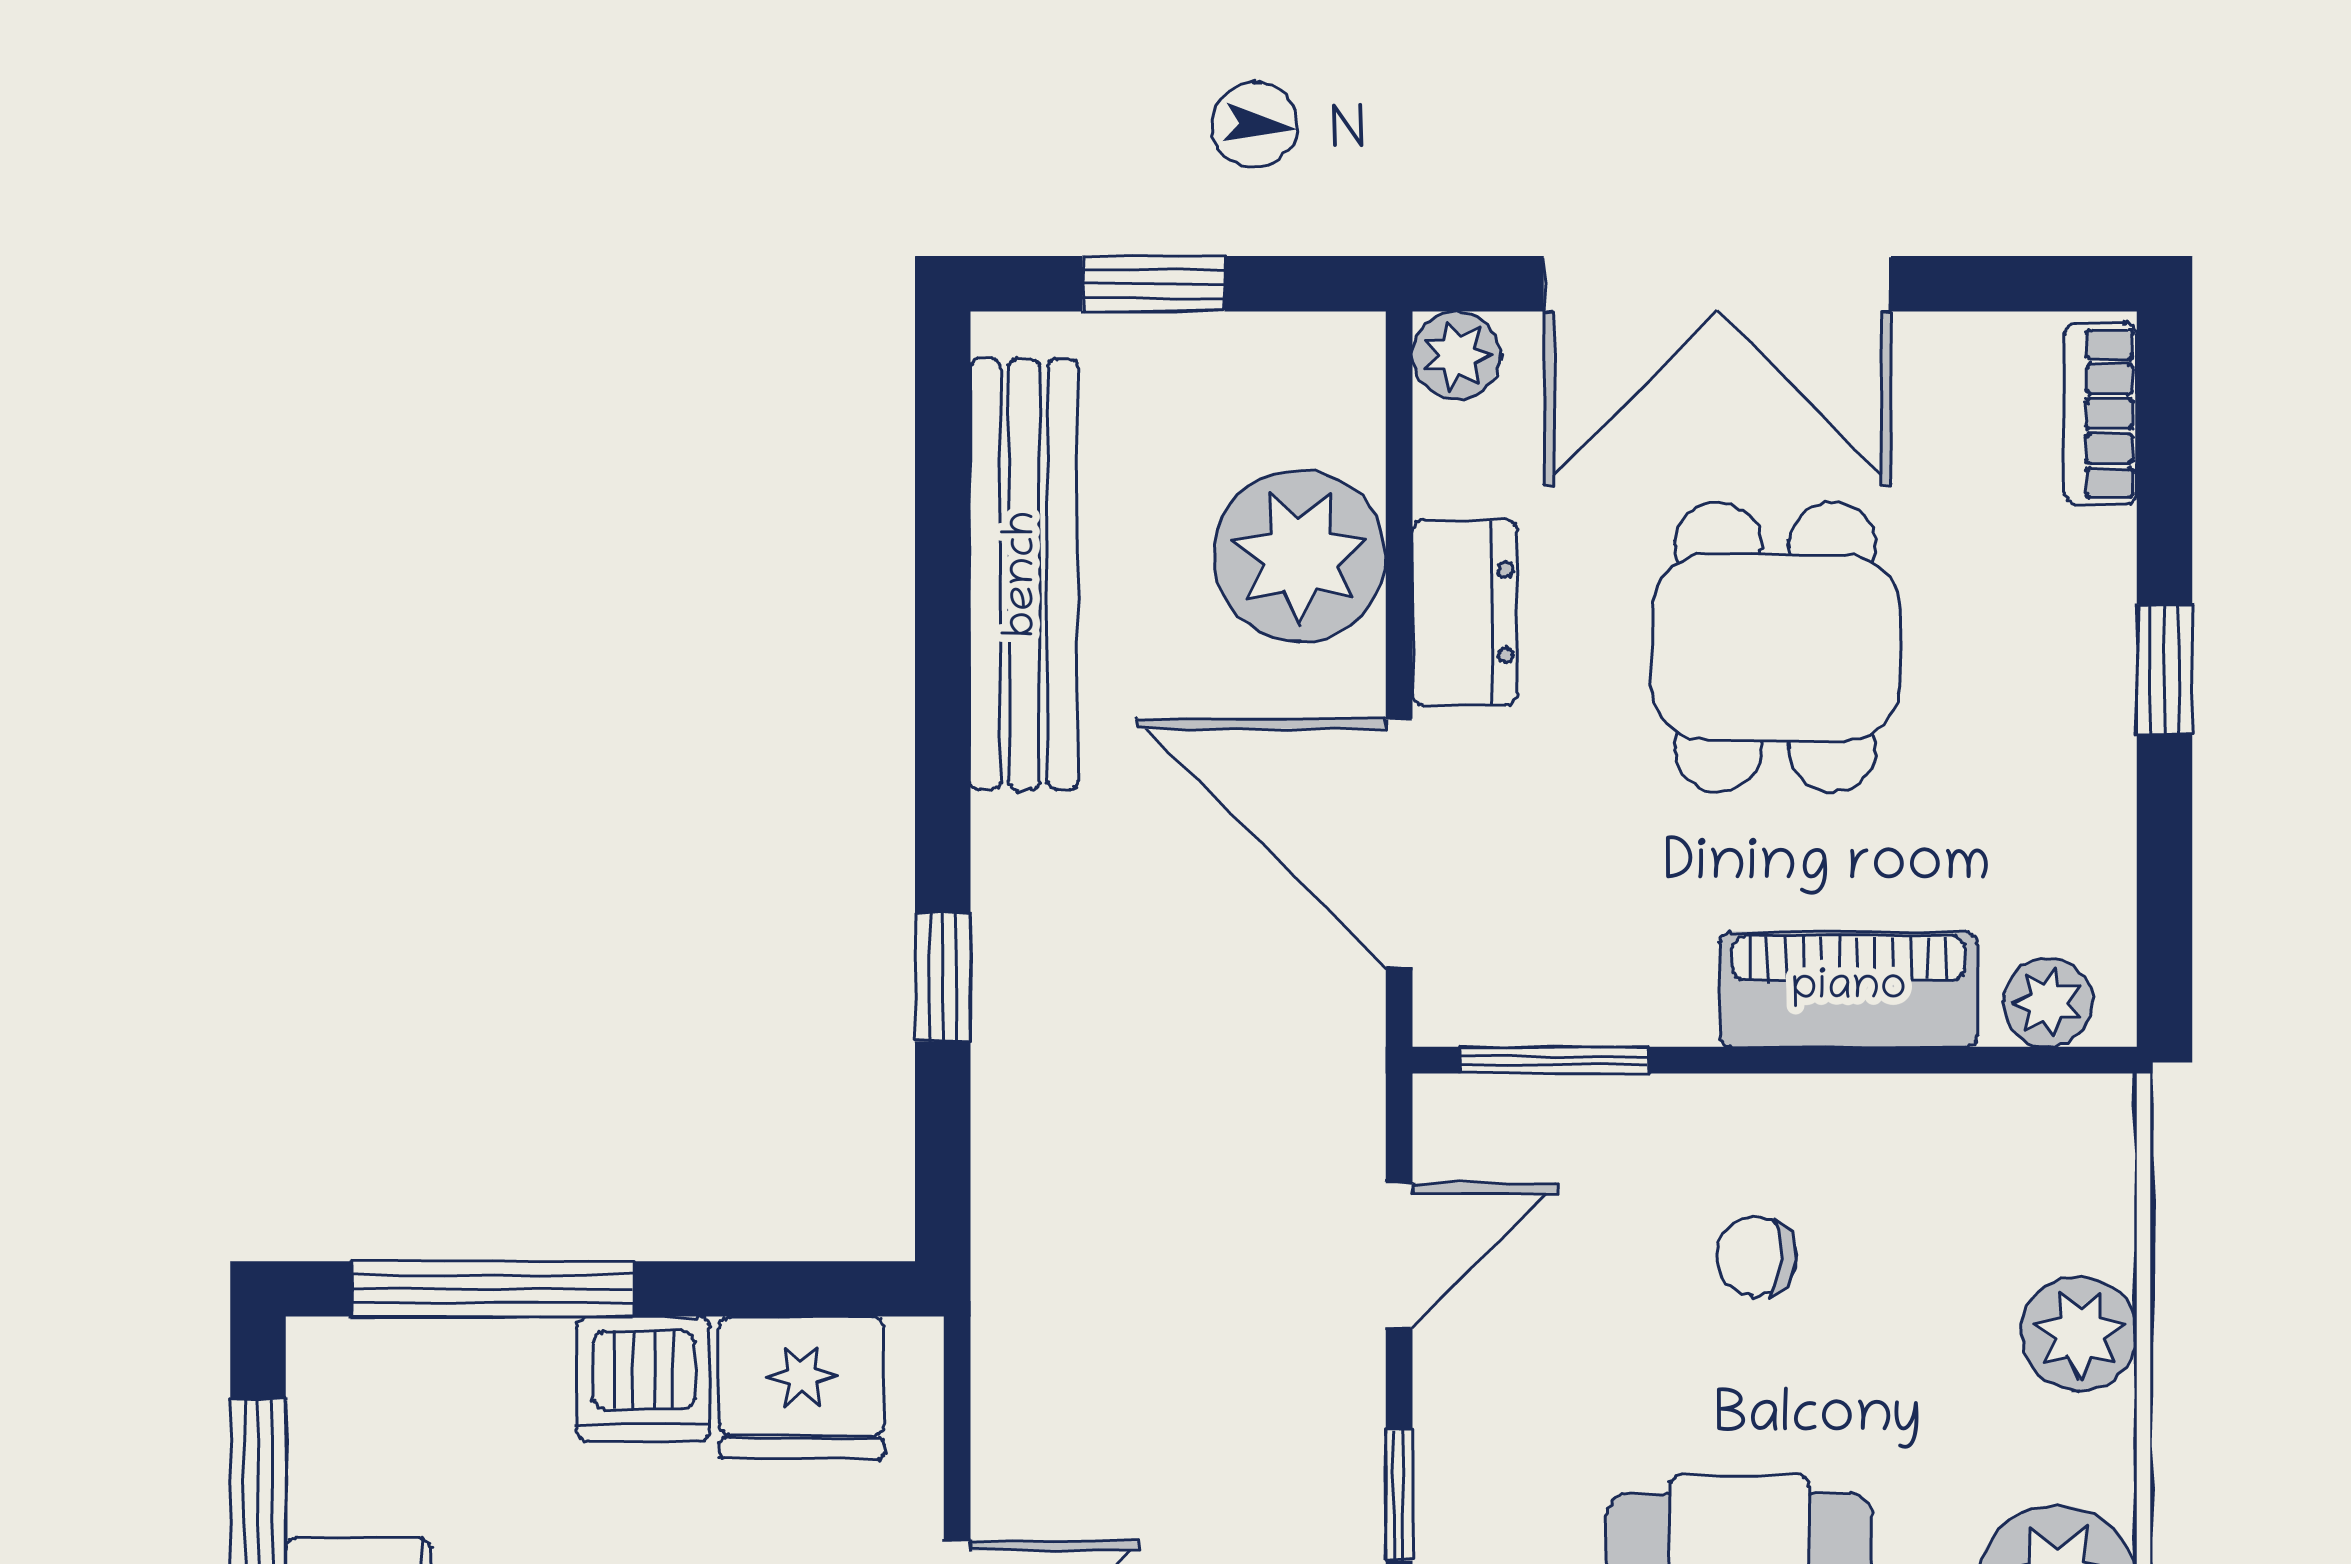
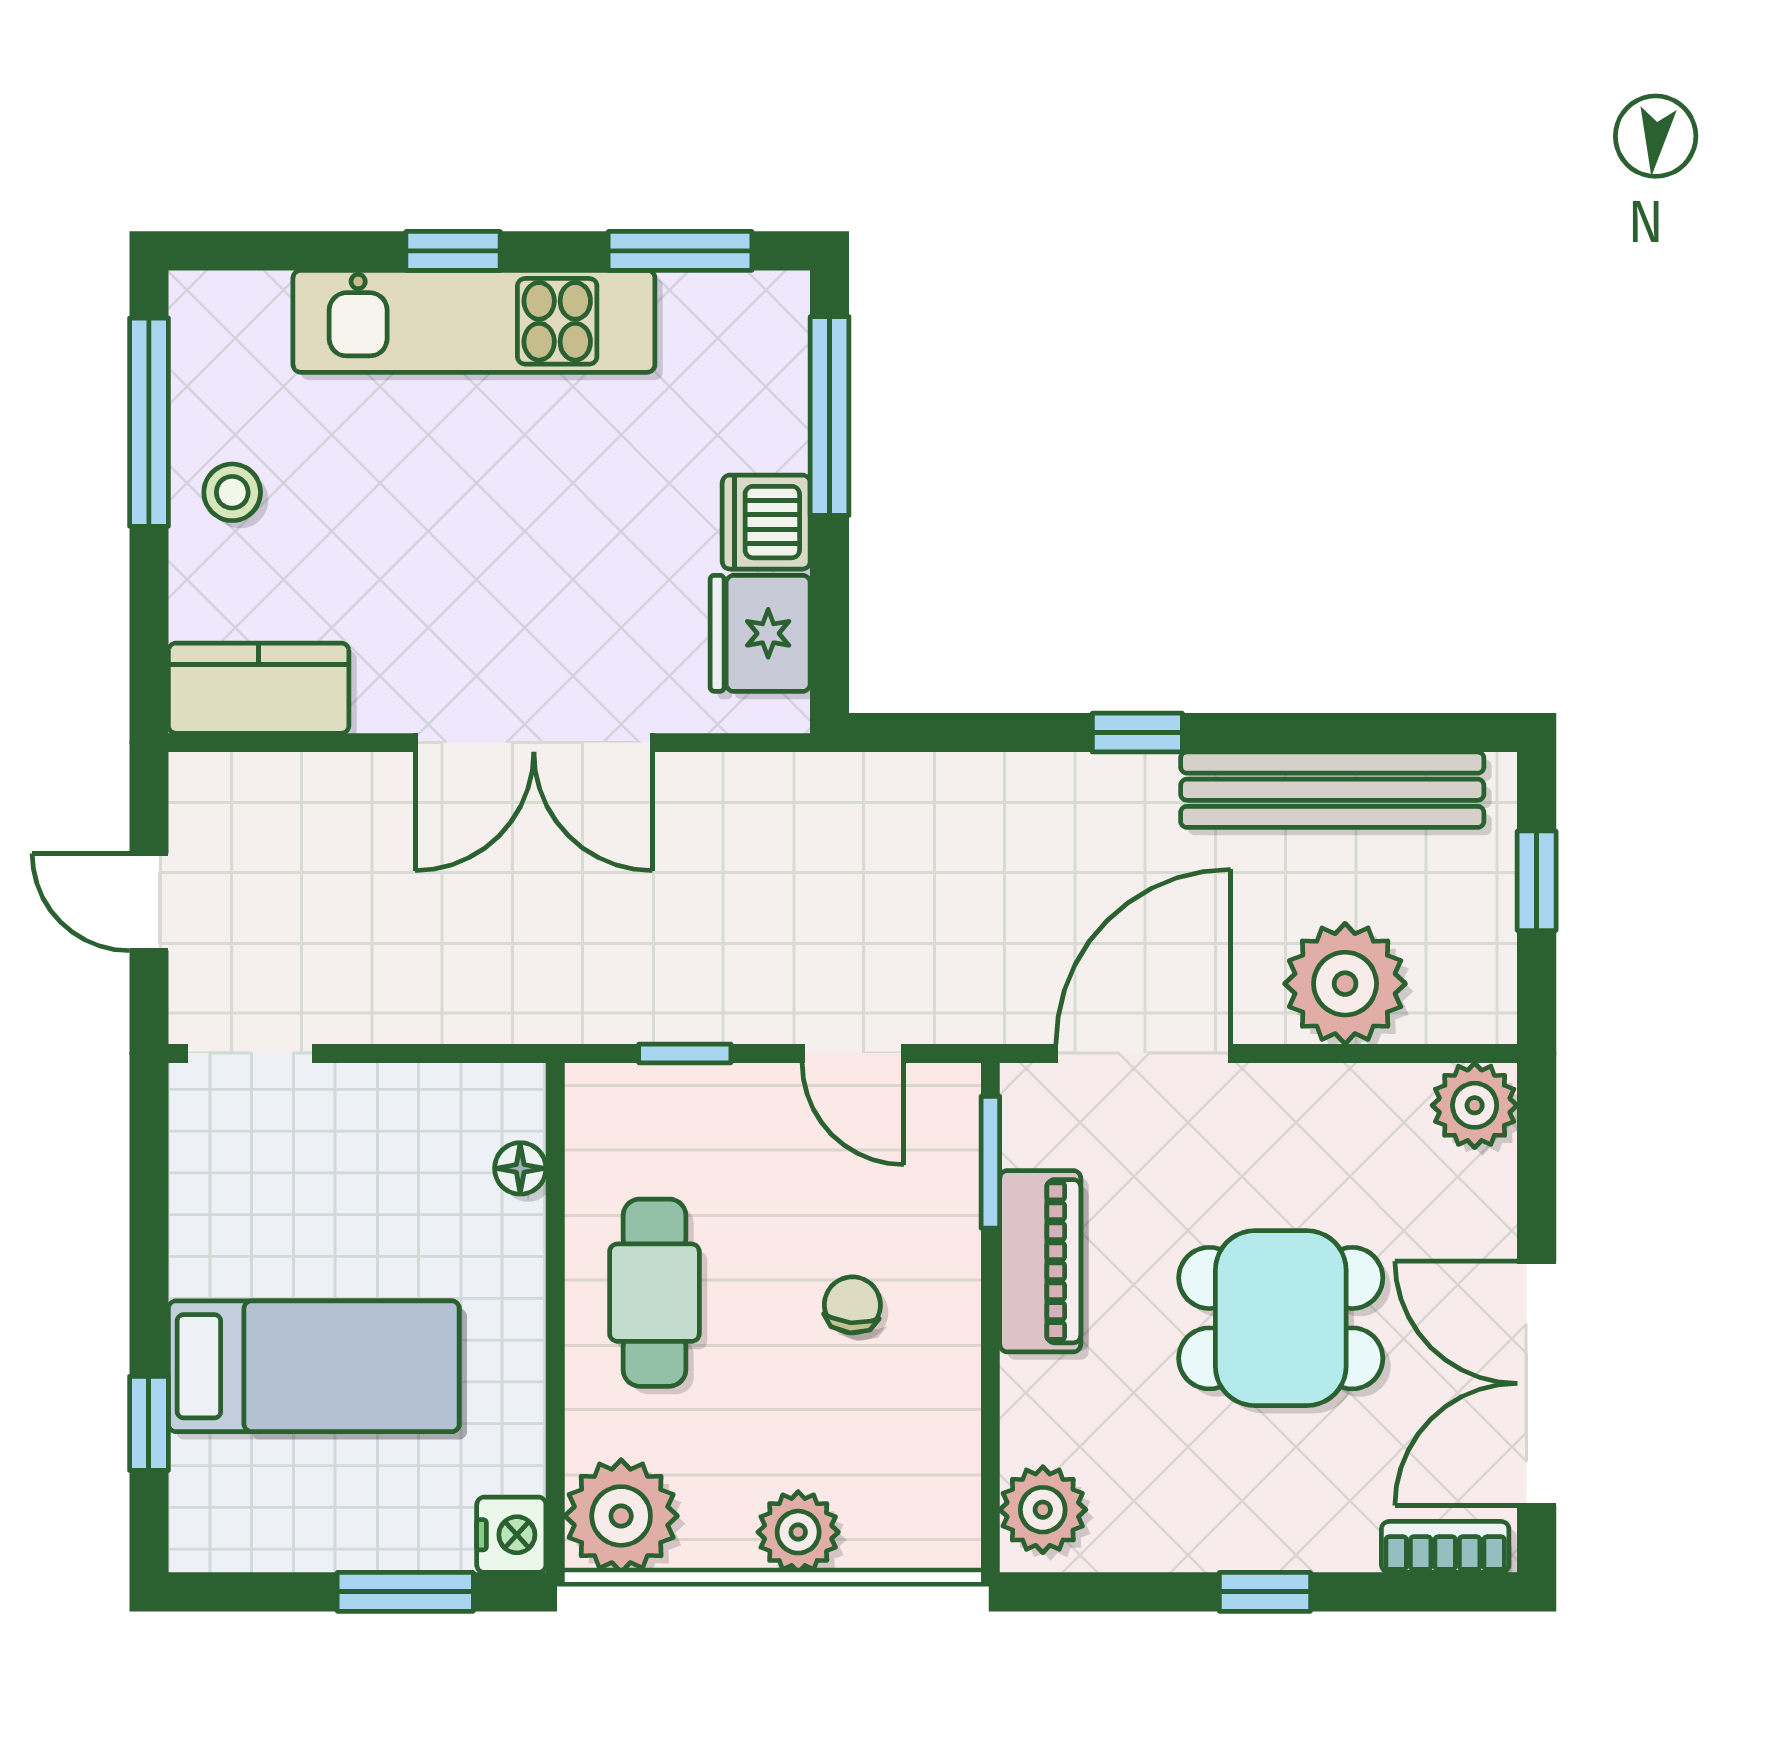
double door: (1717, 284) -> (1537, 1383), moved
plant: (1456, 355) -> (1475, 1105), width x1.38, depth x1.38
dresser: (1465, 612) -> (1305, 1100), removed
window: (943, 977) -> (1137, 733), moved
piano: (1849, 989) -> (1040, 1261), moved
plant: (2048, 1002) -> (1043, 1510), width x1.38, depth x1.38

